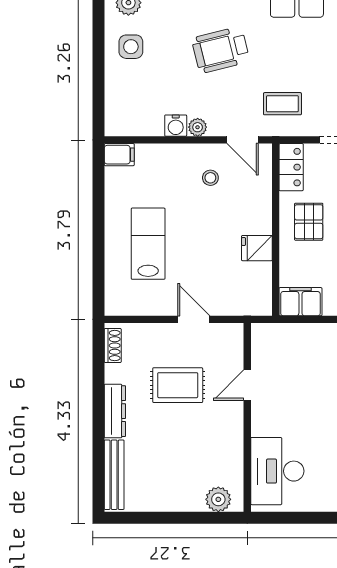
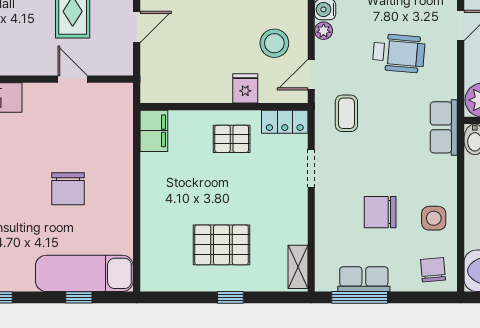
wheelchair: (221, 50) -> (399, 53), turned 109
stool: (210, 178) -> (274, 43), width x1.89, depth x1.89
fridge: (257, 248) -> (245, 88), moved

